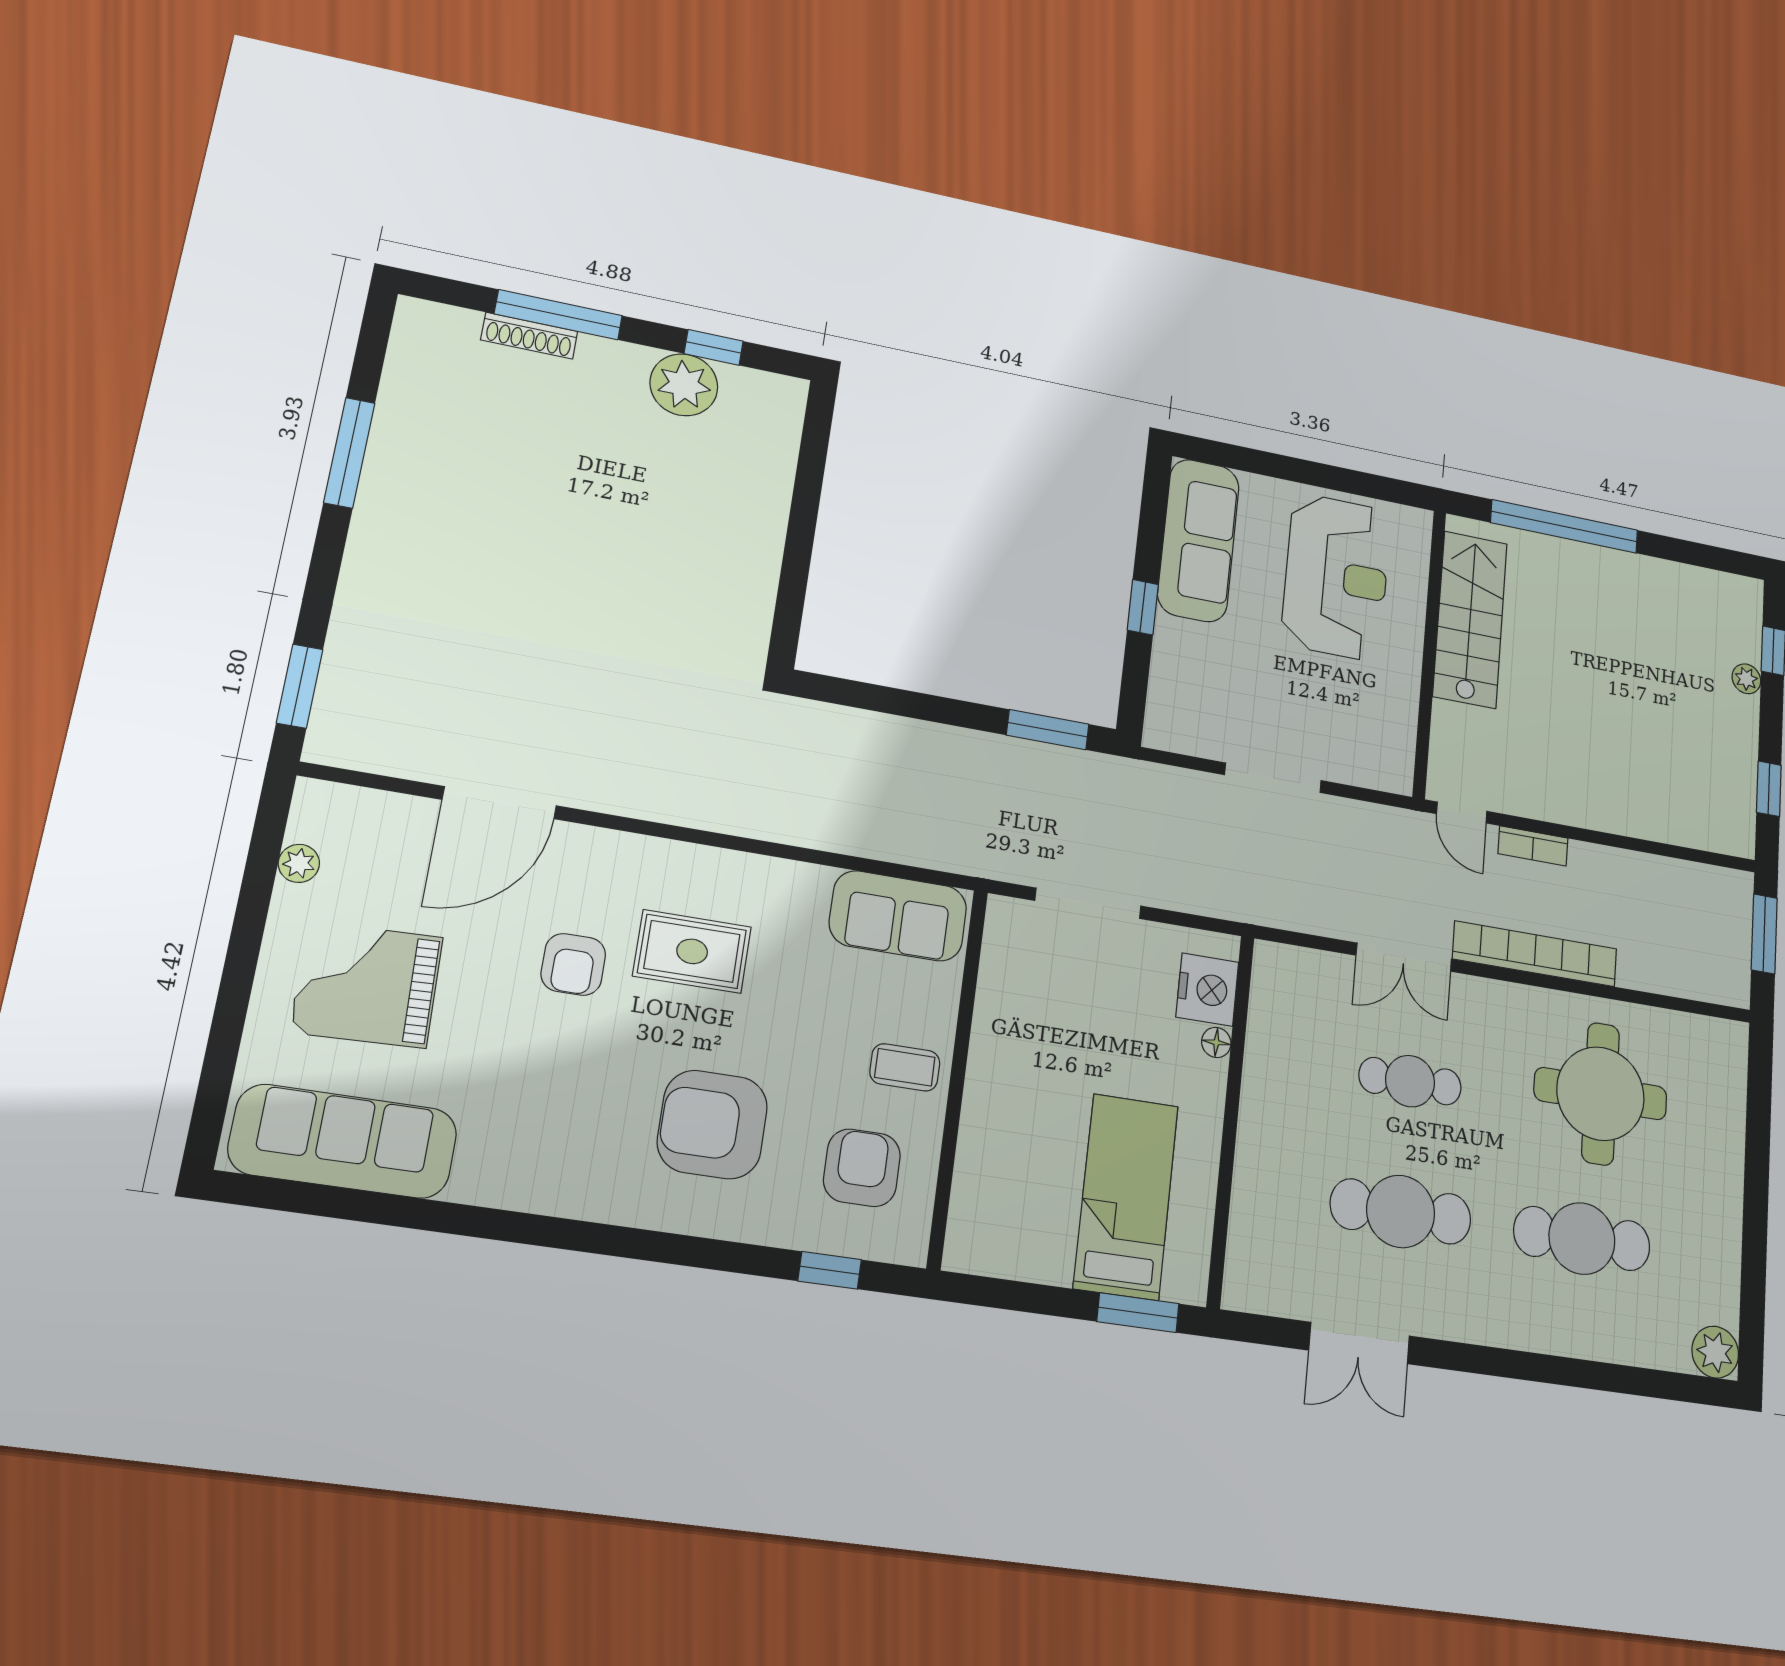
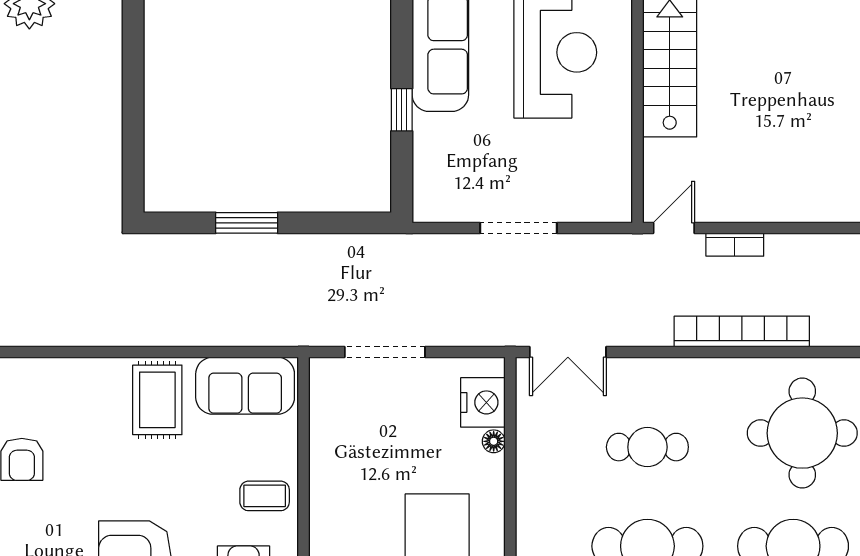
window: (1048, 730) -> (247, 223), moved
door: (1462, 812) -> (674, 228), swing flipped
rug: (692, 951) -> (157, 400), moved, turned 90
double door: (1404, 957) -> (568, 352), moved

